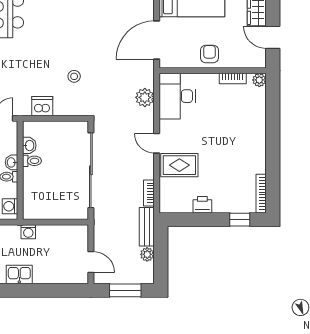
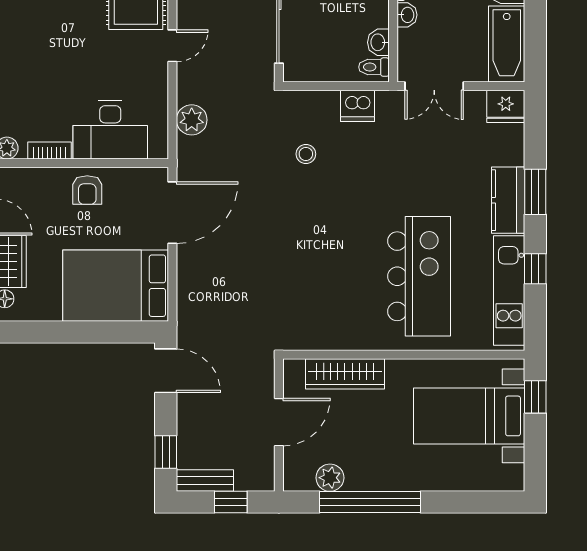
desk: (177, 96) -> (110, 130), moved, turned 90
door: (157, 143) -> (172, 46), hinge flipped
toilet: (32, 161) -> (374, 67), moved

